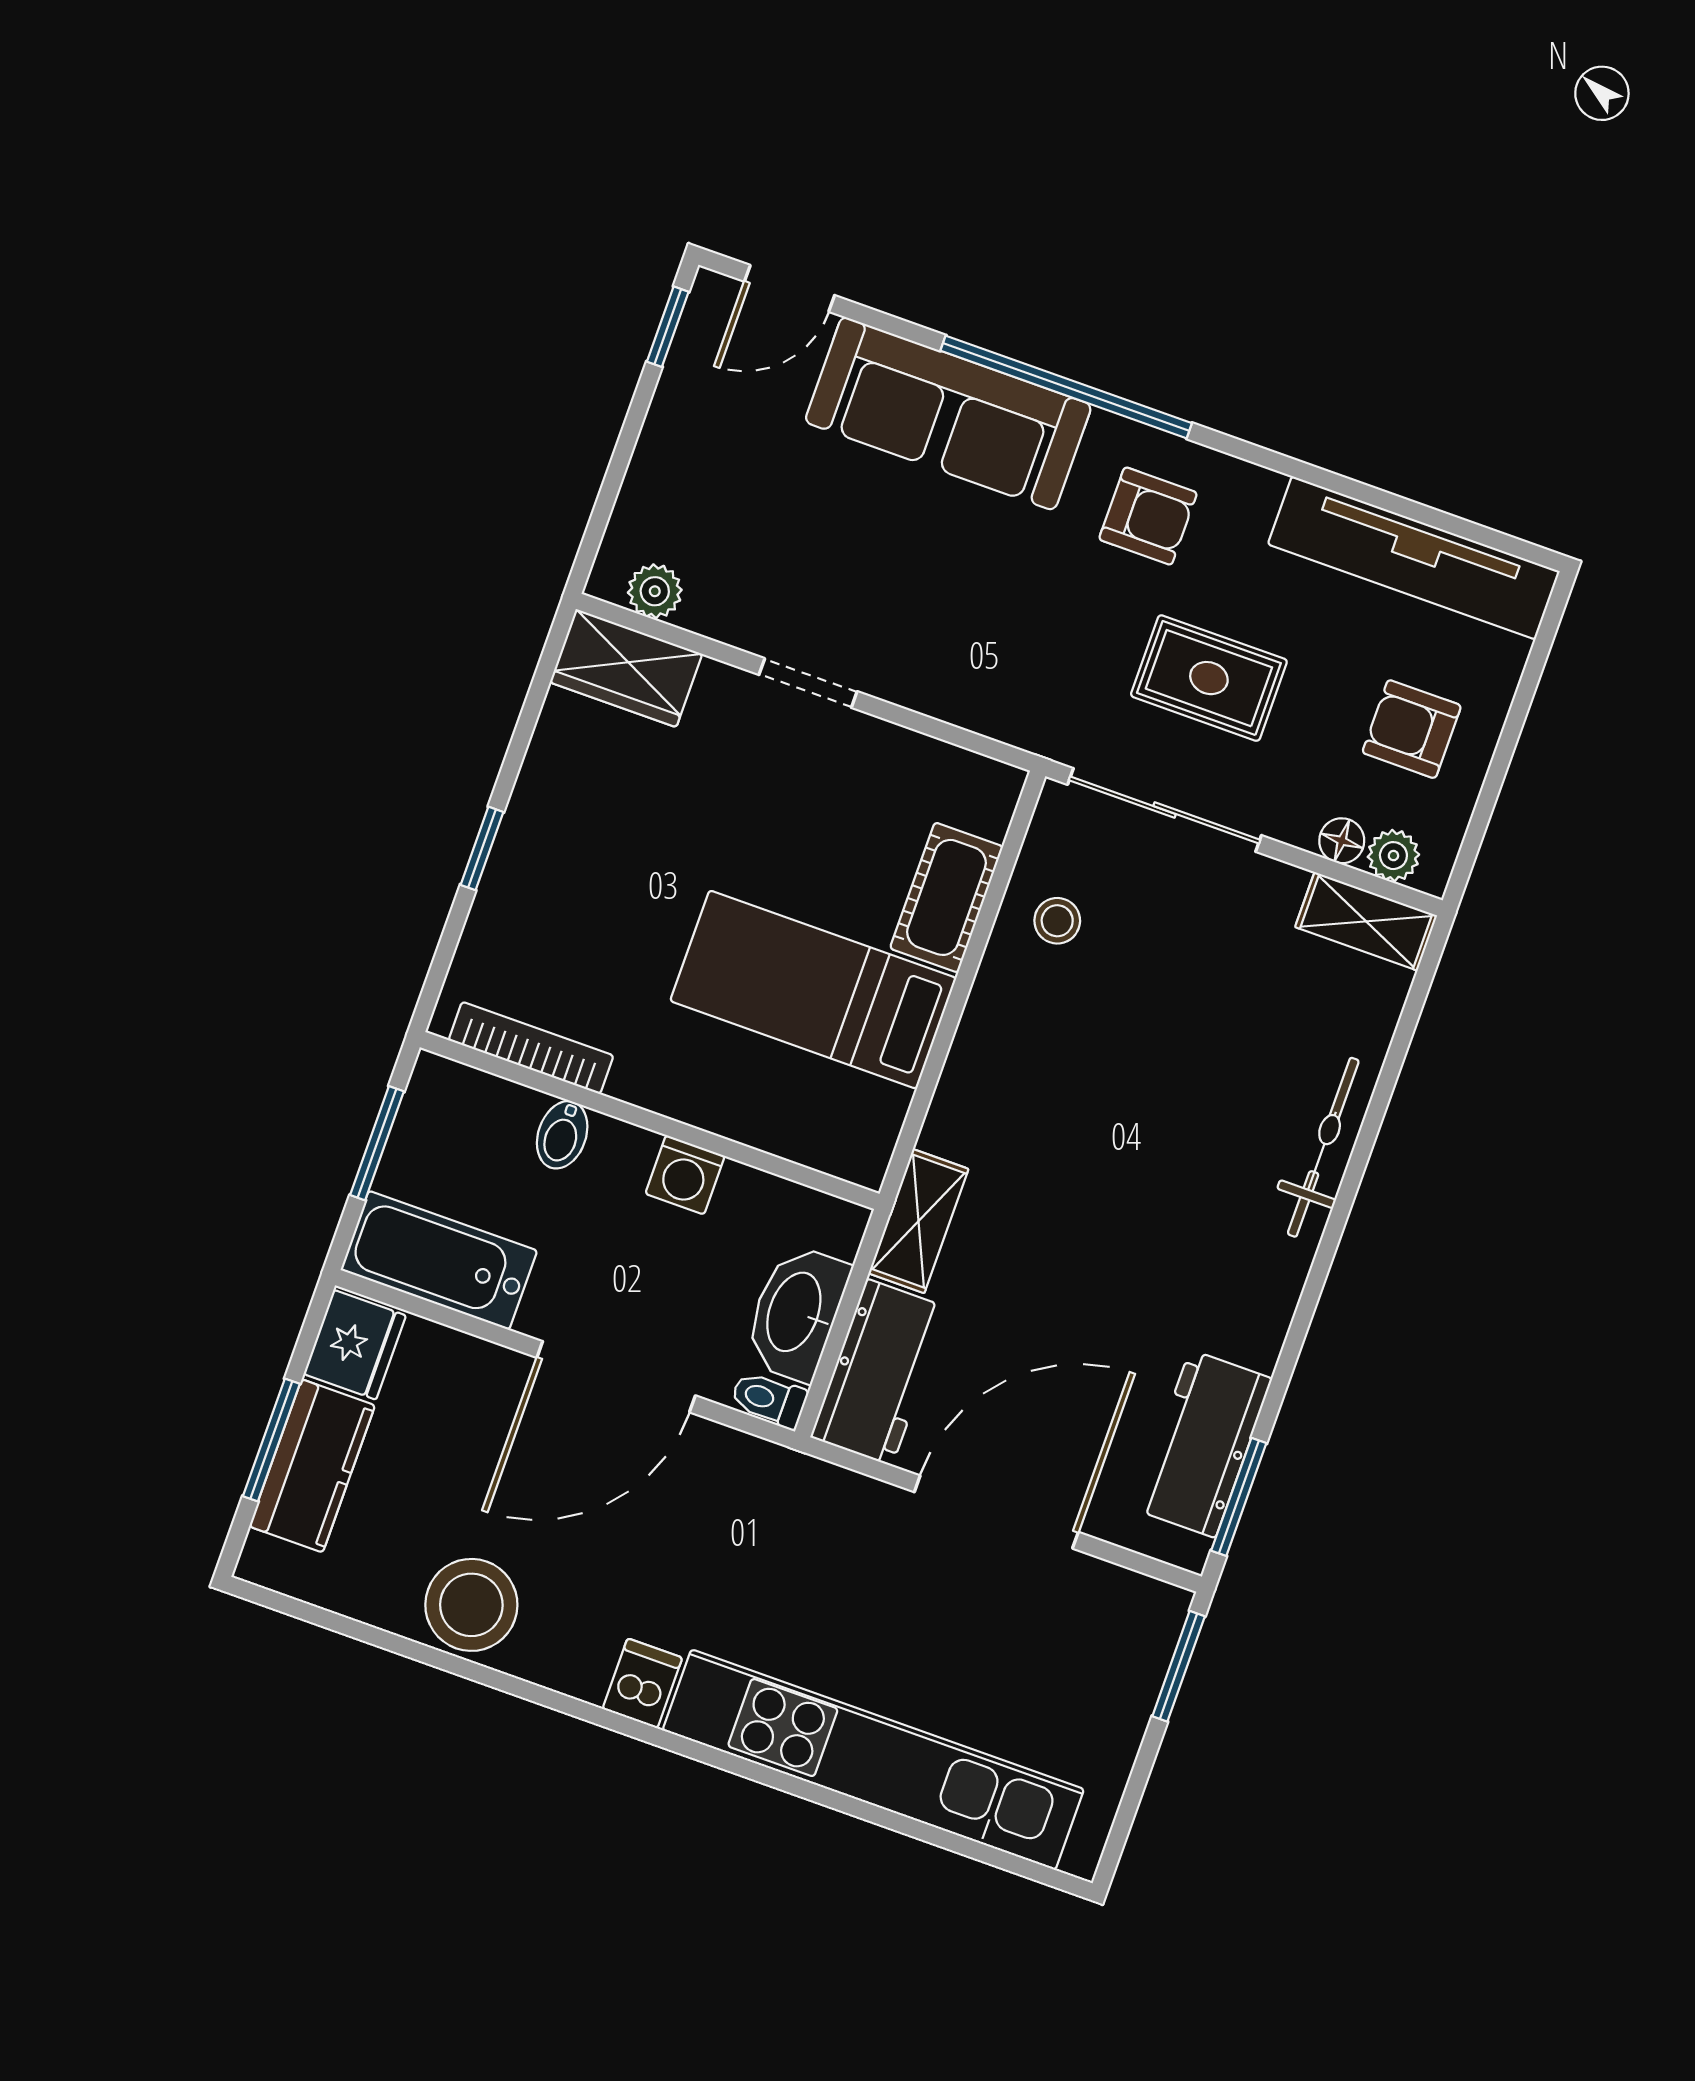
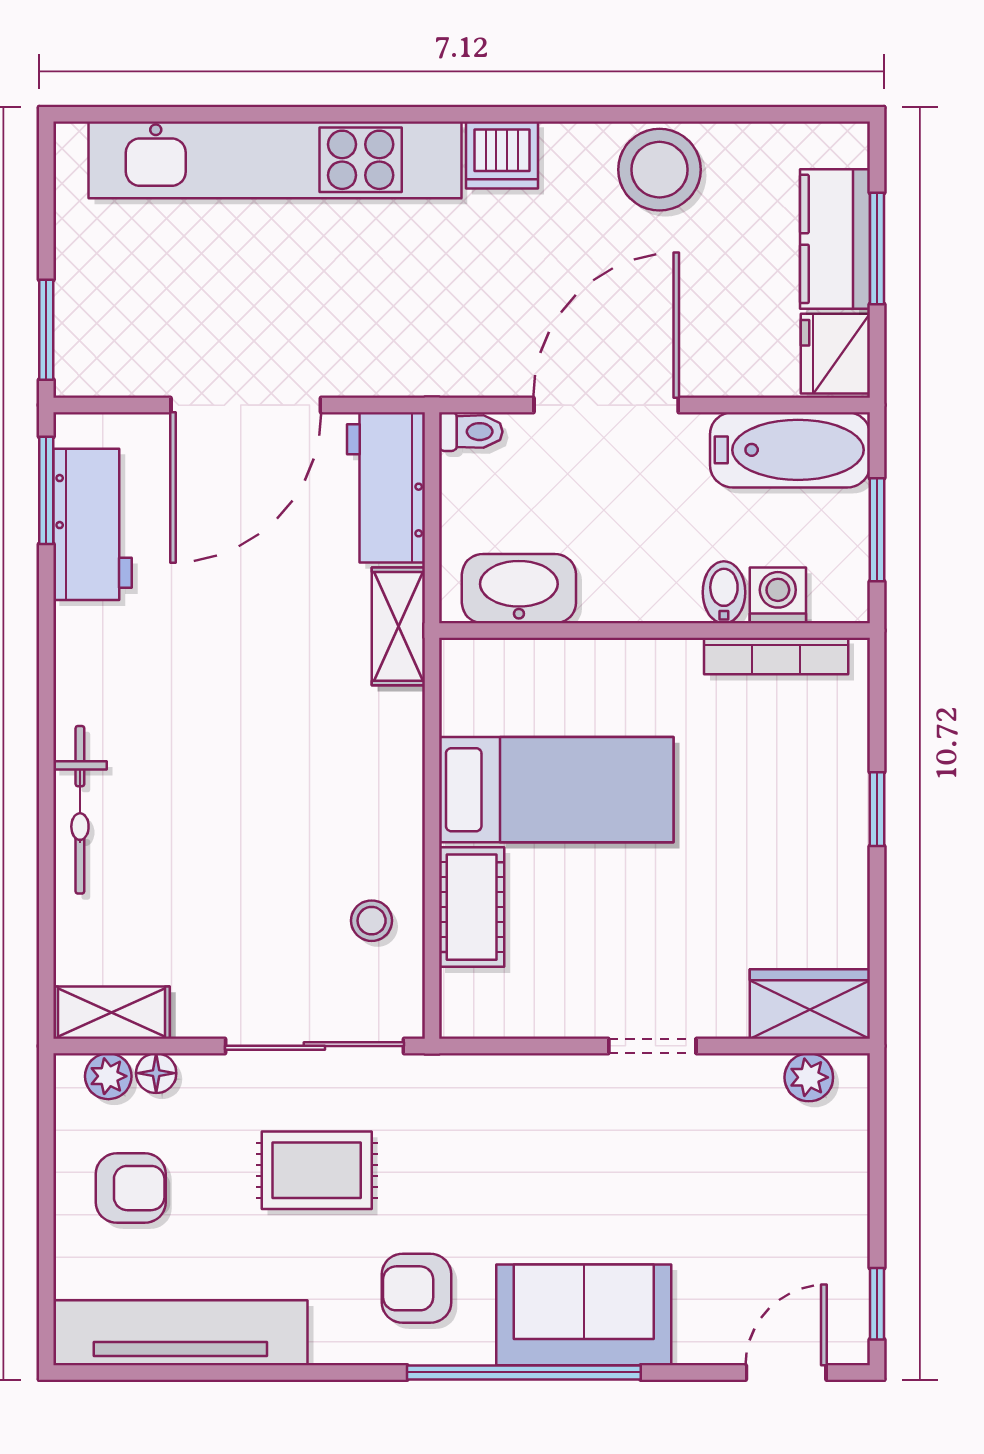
sofa: (948, 413) -> (584, 1315), width x0.73
washing machine: (685, 1175) -> (778, 595), moved
washbasin: (796, 1313) -> (519, 589), moved, turned -90
dishwasher: (642, 1683) -> (502, 155), width x1.38

